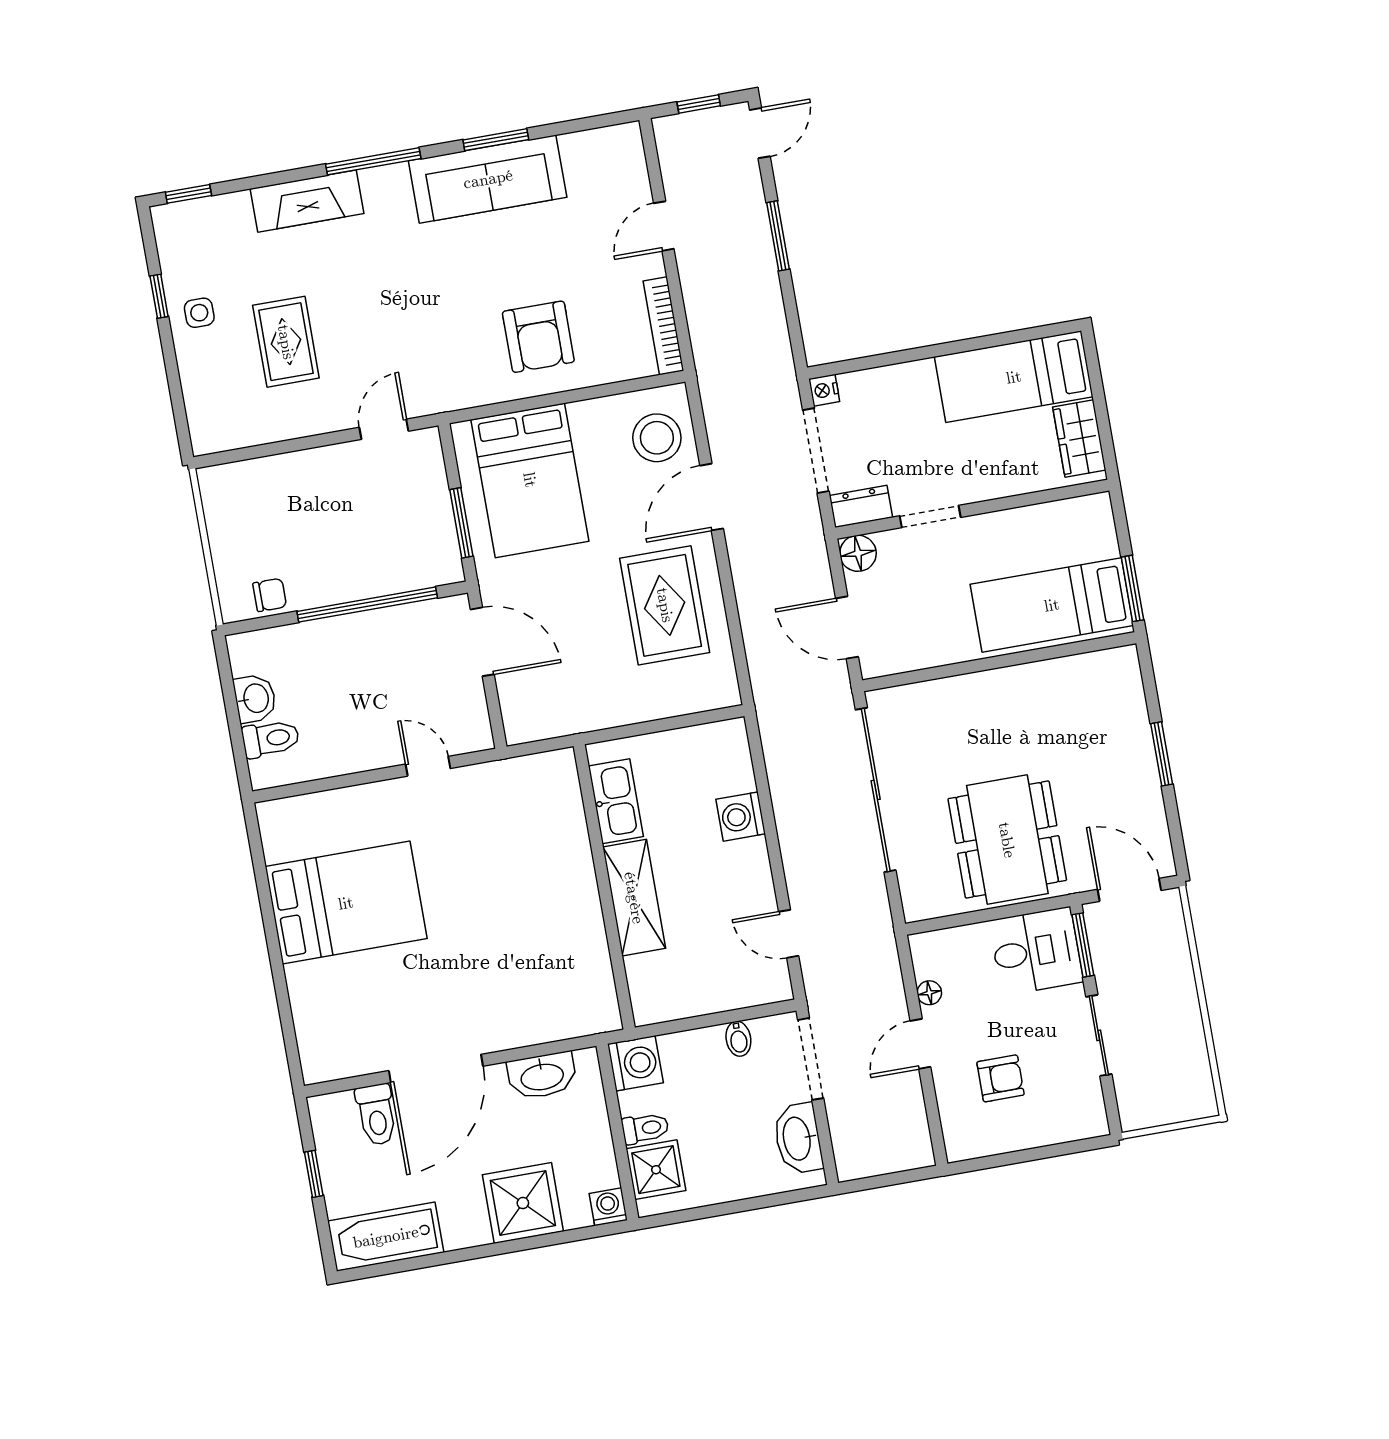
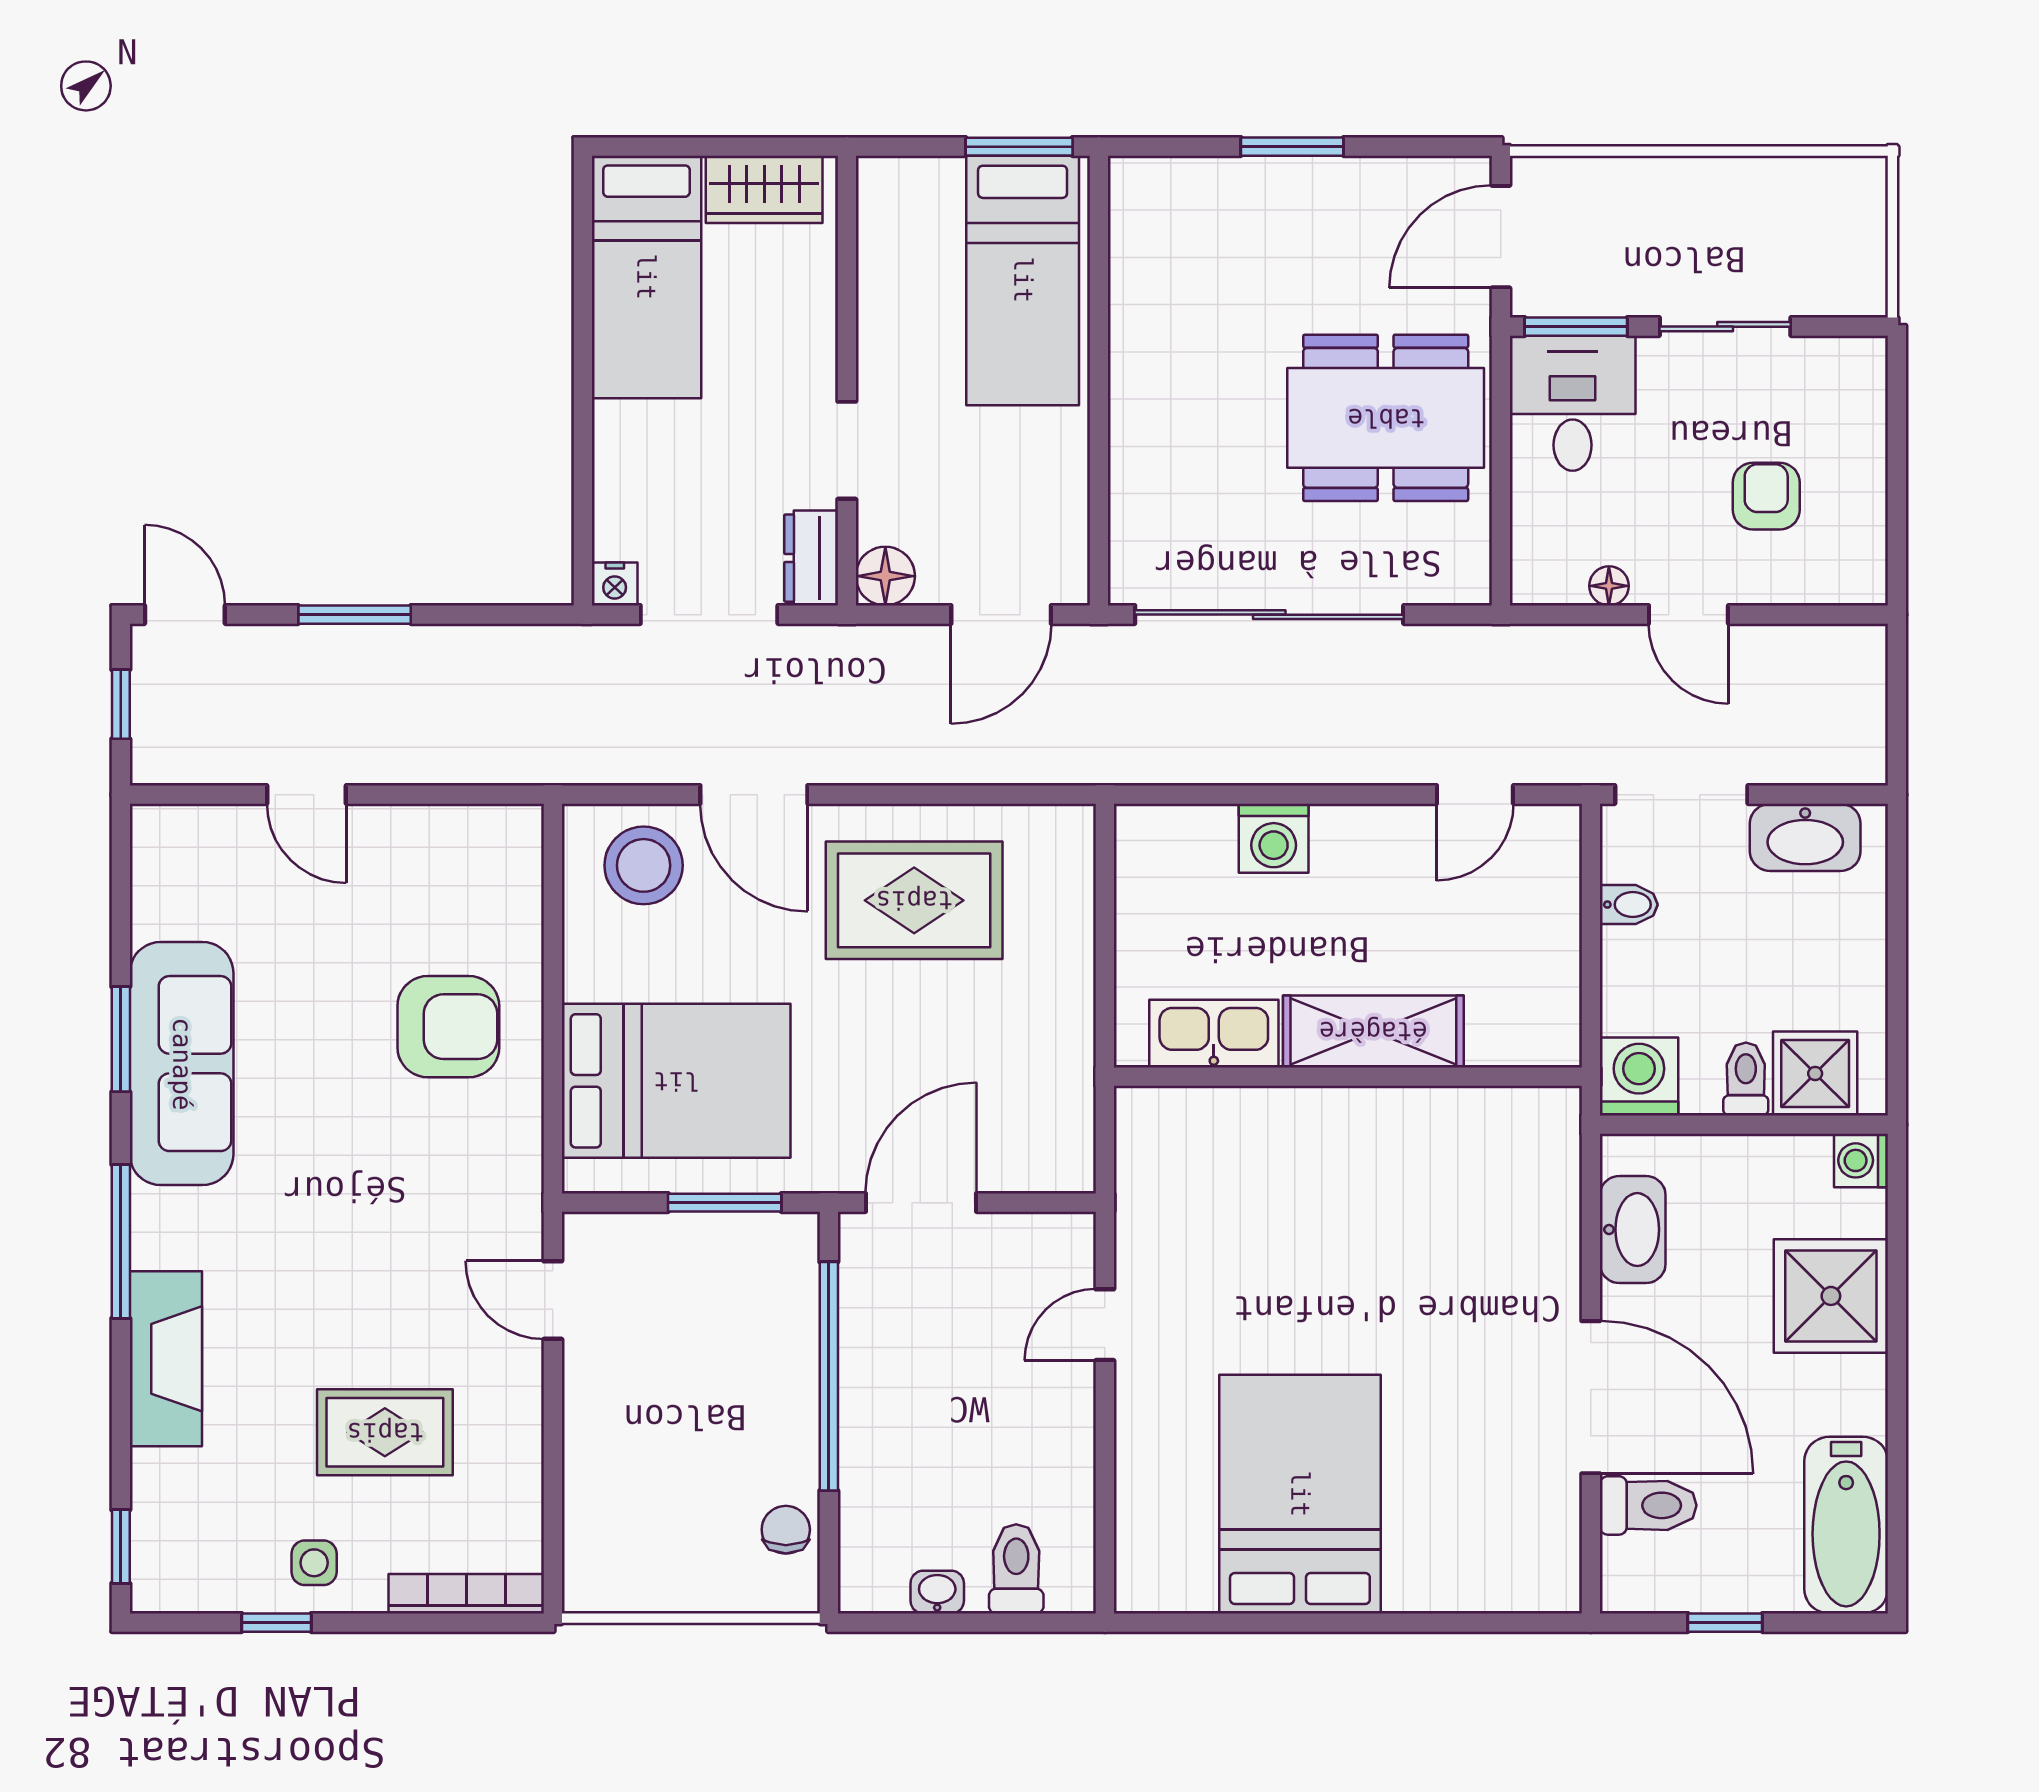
bookcase: (663, 326) -> (466, 1594), moved, turned 180
washbasin: (255, 698) -> (937, 1592), width x0.72, depth x0.69

